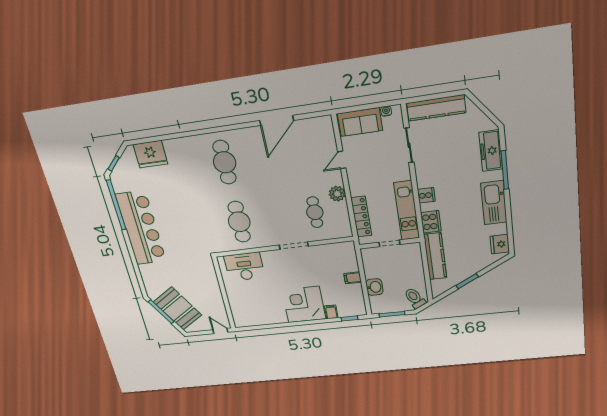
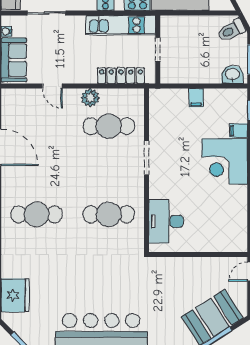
cafe table: (315, 212) -> (109, 126), width x1.37, depth x1.35
washbasin: (374, 287) -> (232, 75), moved

